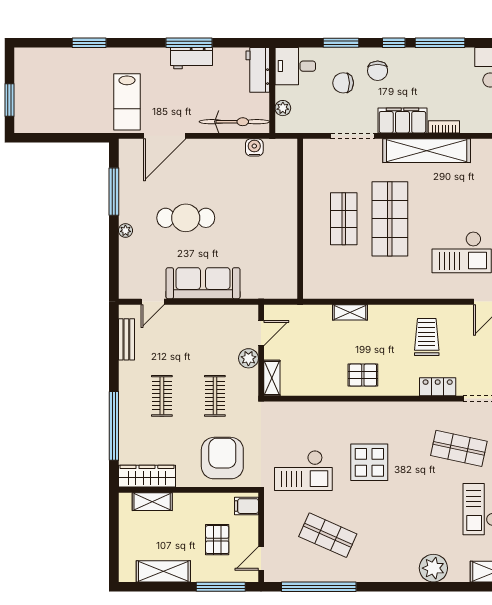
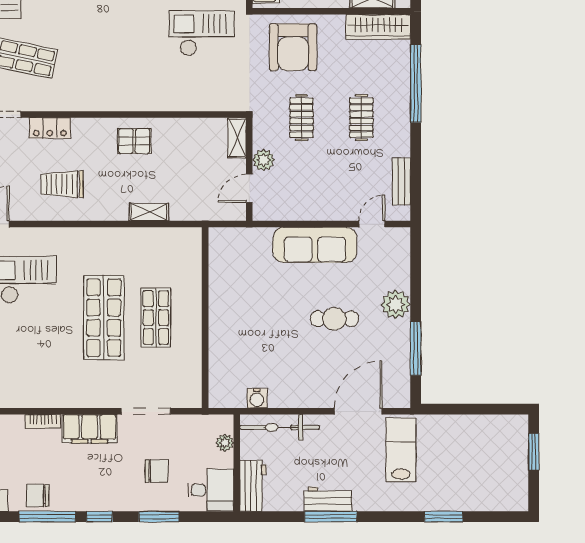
chair: (378, 71) -> (38, 496), moved, turned -90
shelving: (427, 151) -> (62, 395), removed
cafe table: (186, 218) -> (334, 319), width x0.73, depth x0.74
plant: (125, 231) -> (396, 304), width x1.88, depth x1.88
trolley: (427, 337) -> (62, 184), turned 90
display table: (369, 462) -> (127, 42), removed

